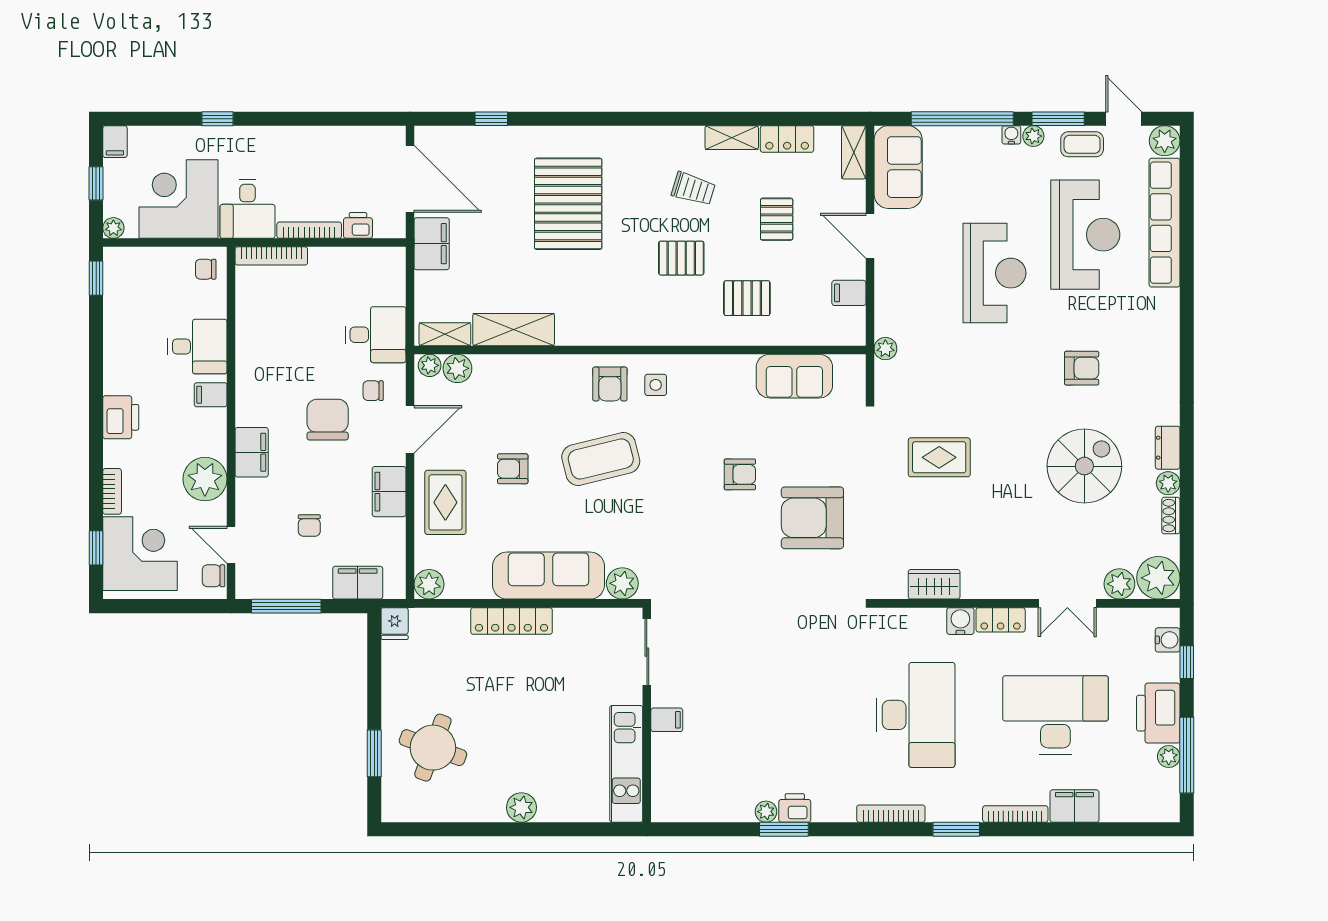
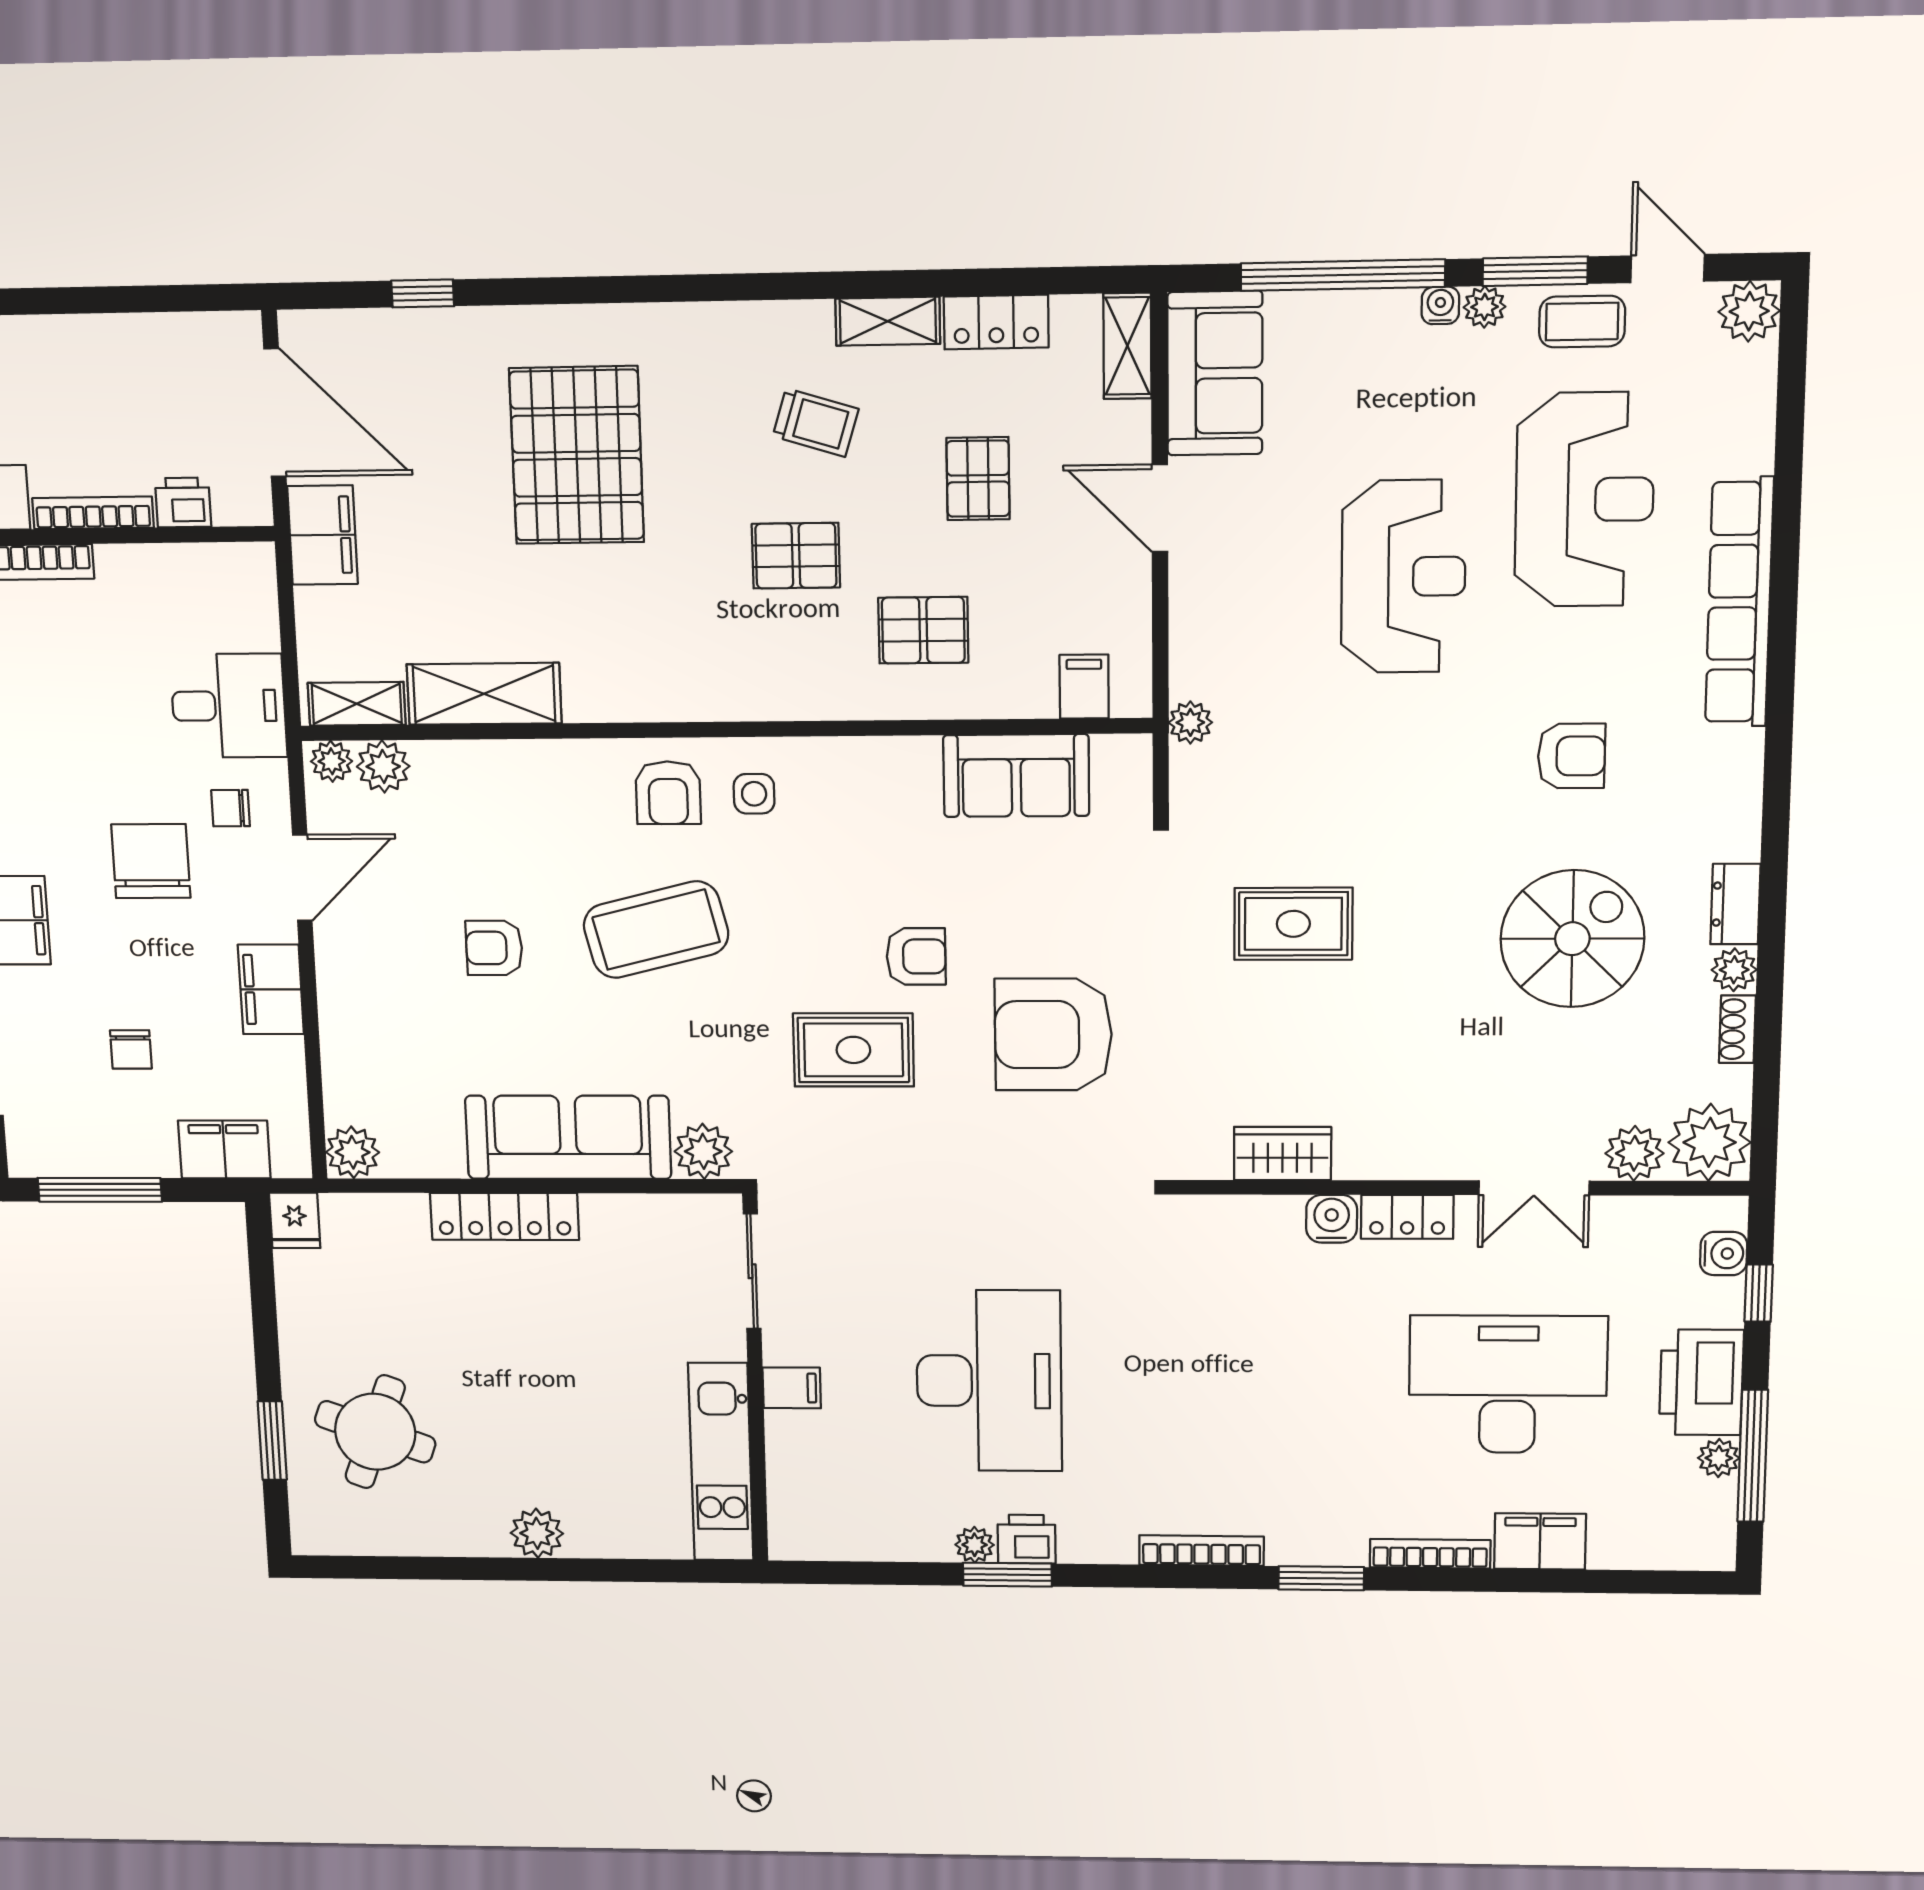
row of seats: (1164, 223) -> (1739, 602), moved
filing cabinet: (849, 293) -> (1084, 687), moved, turned 90
rug: (445, 502) -> (853, 1050), moved, turned 90
desk: (915, 715) -> (989, 1381), moved

